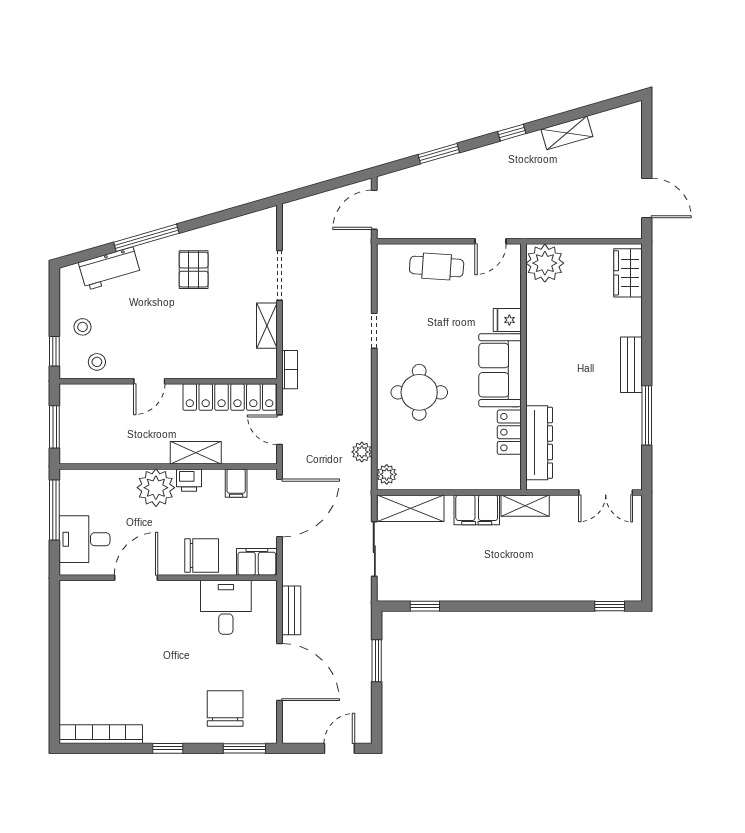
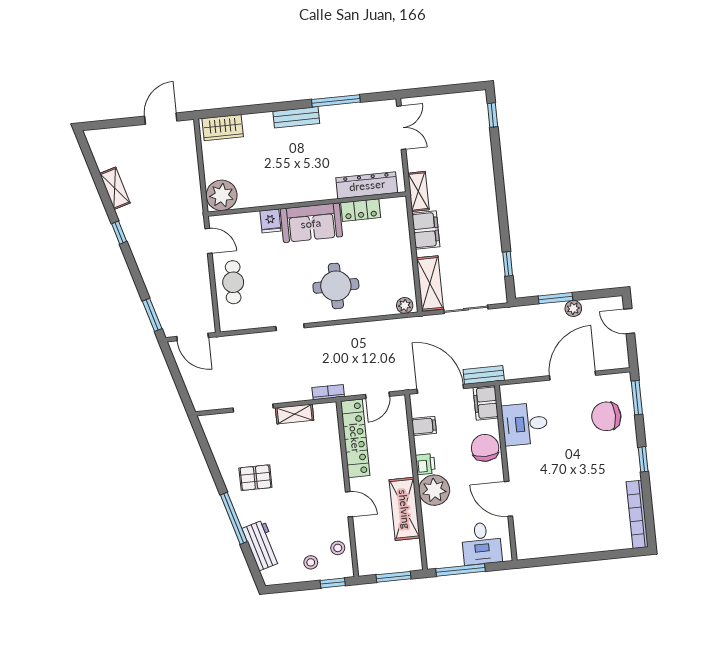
window: (439, 154) -> (152, 315), moved
plant: (362, 452) -> (573, 308), moved
shelving: (196, 453) -> (405, 509), moved, width x1.50, depth x1.33
bench: (291, 610) -> (484, 375), moved

